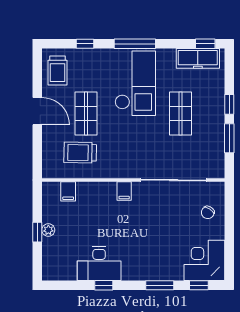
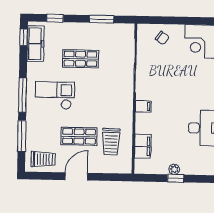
window: (85, 44) -> (22, 136), width x2.17
checkout: (135, 83) -> (55, 95), width x0.73, depth x0.83
window: (229, 104) -> (55, 18), moved
filing cabinet: (68, 191) -> (143, 146), width x2.00

